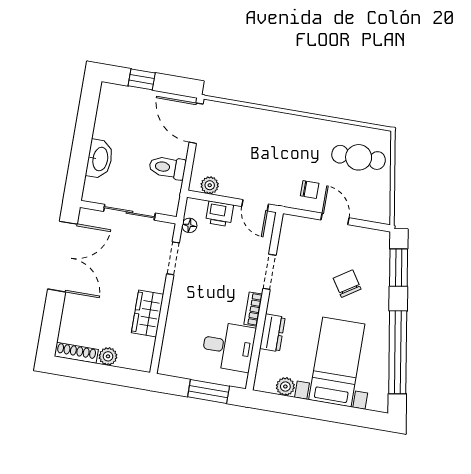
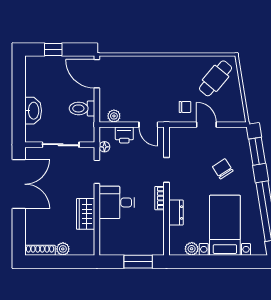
cafe table: (359, 157) -> (216, 78), turned -50
desk: (229, 346) -> (117, 202), moved, turned 180

